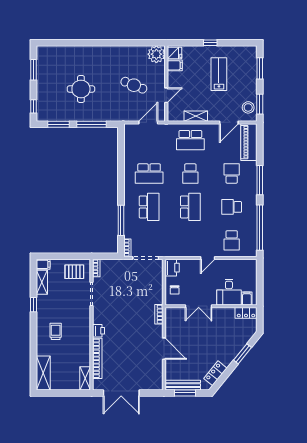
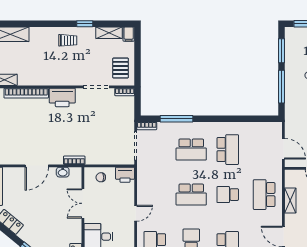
school desk: (149, 174) -> (228, 150), turned 180
door: (208, 258) -> (136, 213), swing flipped
washbasin: (170, 325) -> (63, 172), added
trolley: (56, 331) -> (68, 40), moved
printer: (99, 331) -> (62, 97), width x1.87, depth x1.48

